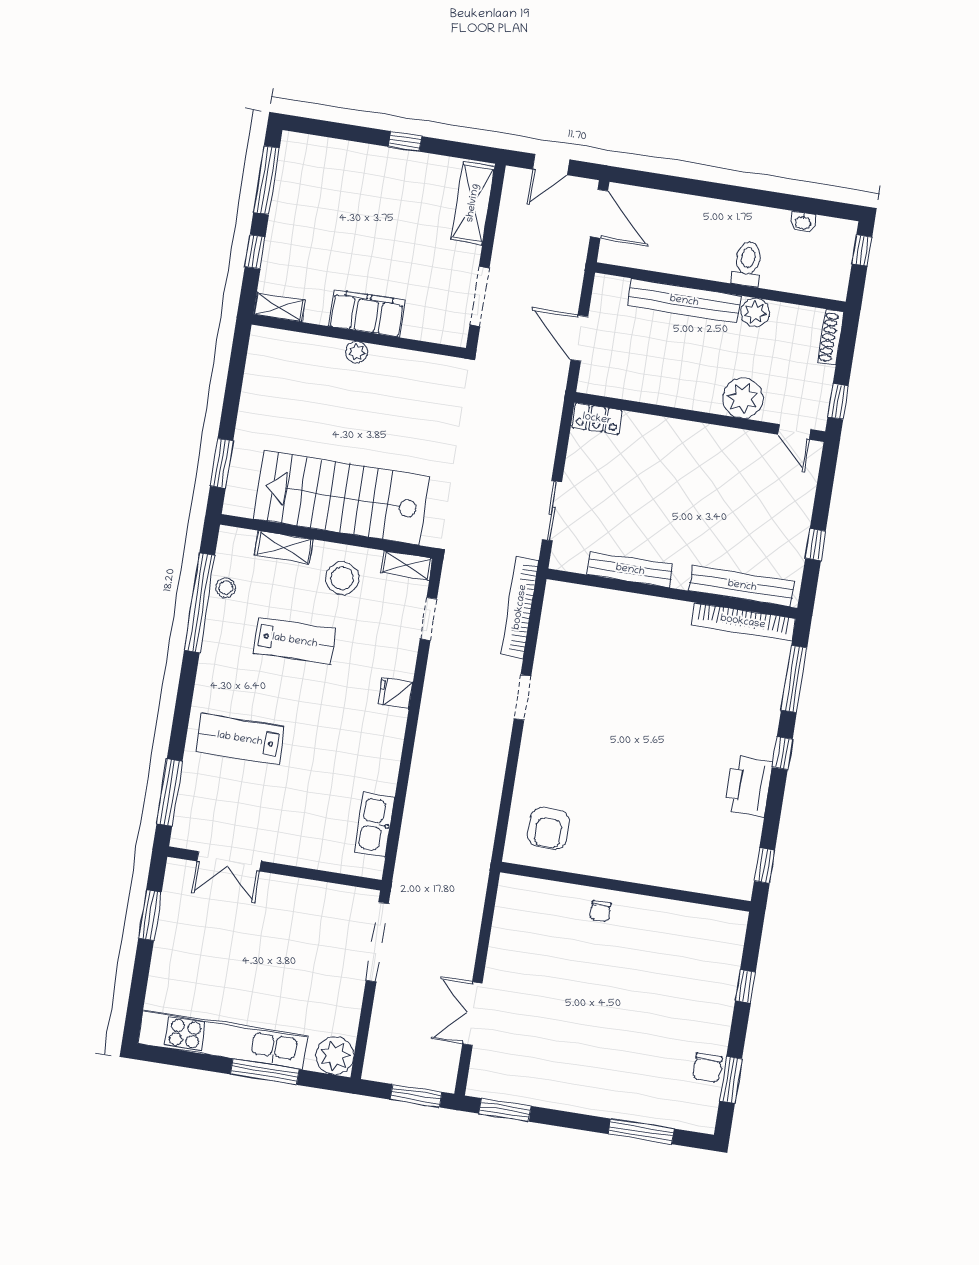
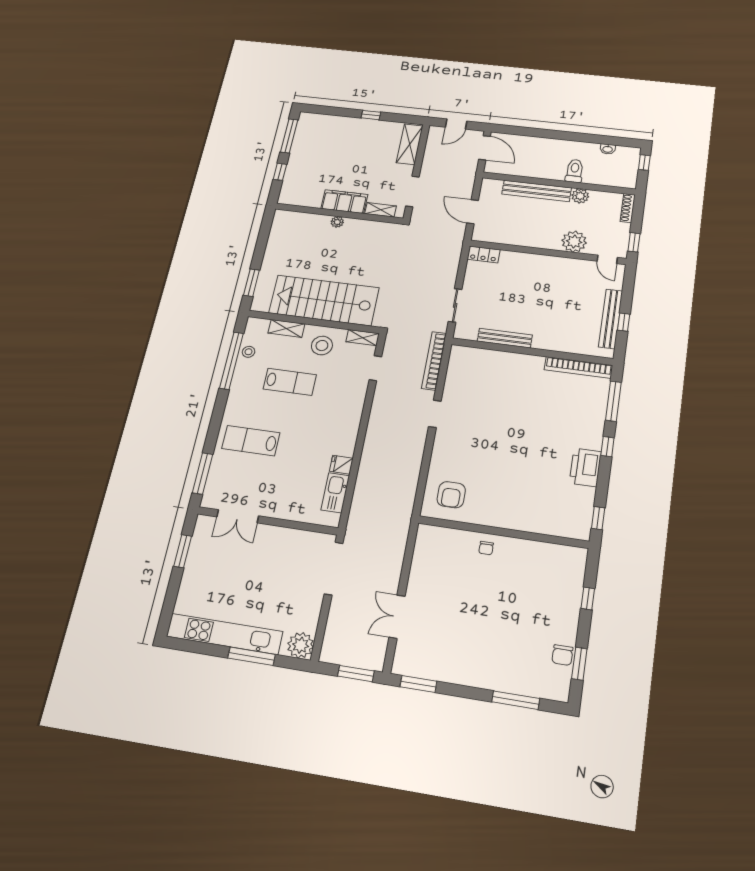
shelving: (279, 307) -> (381, 210), moved
bench: (742, 586) -> (611, 319), moved, turned 90
fridge: (395, 693) -> (341, 465), moved

